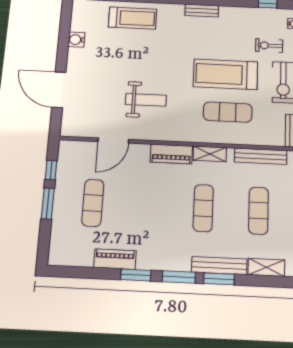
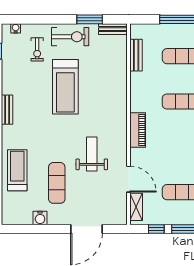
exercise mat: (228, 112) -> (57, 183), moved
shelving: (210, 154) -> (136, 207), moved
bench: (261, 156) -> (136, 55), width x0.73

